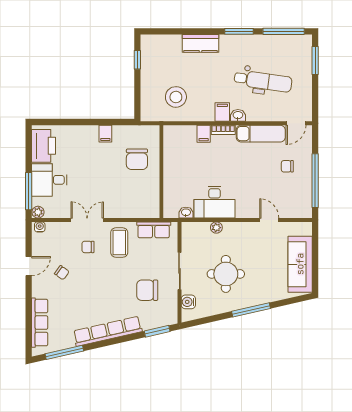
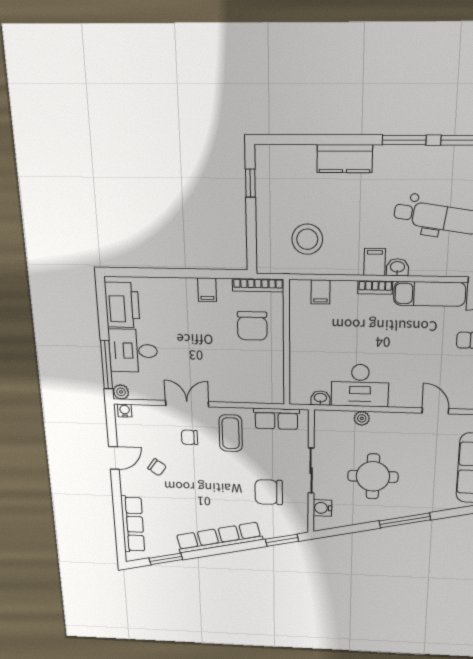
bookcase: (141, 130) -> (258, 285), added
filing cabinet: (204, 134) -> (321, 292), moved
window: (64, 352) -> (166, 559), width x0.69

